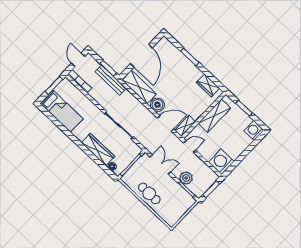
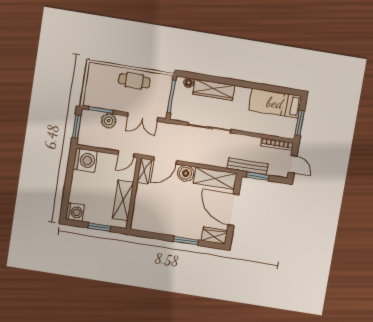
wardrobe: (208, 85) -> (214, 236), moved

